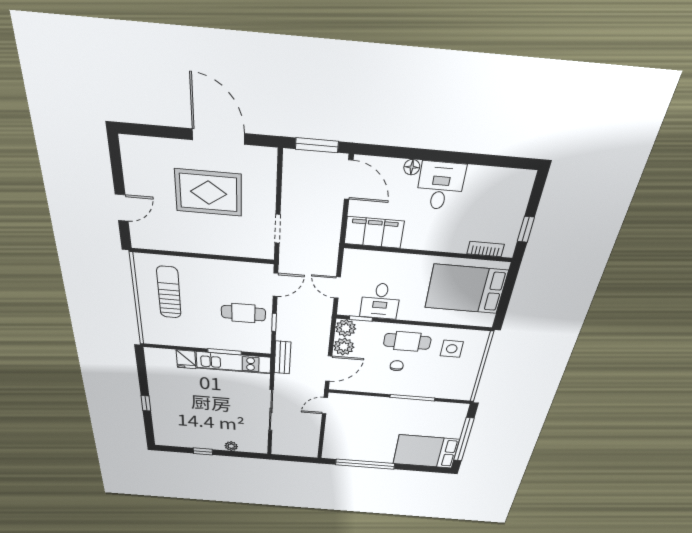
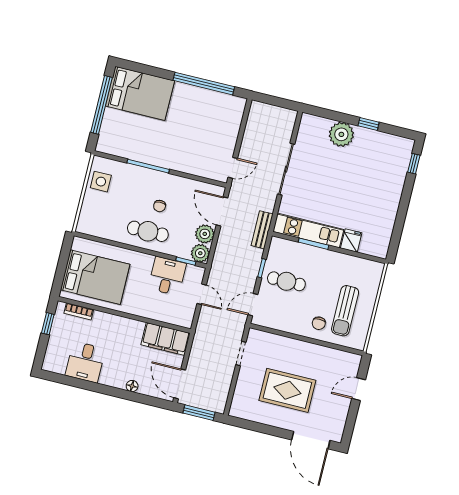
door: (219, 137) -> (311, 440), moved
desk: (440, 186) -> (85, 362), moved
chair: (194, 275) -> (319, 323), added
side table: (452, 349) -> (101, 182), moved
door: (329, 369) -> (222, 211), hinge flipped
window: (146, 403) -> (414, 164), moved
plant: (231, 446) -> (341, 134), width x1.88, depth x1.88

